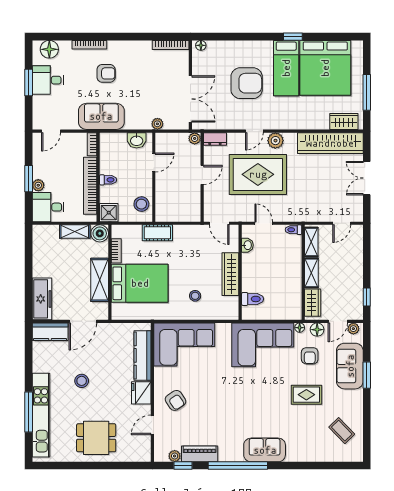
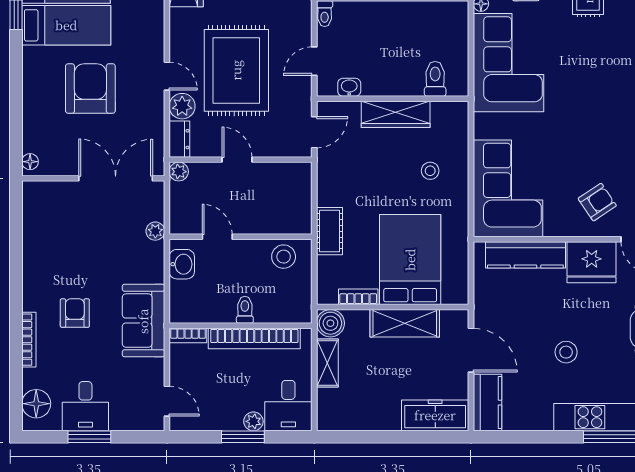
bookcase: (171, 45) -> (29, 210), removed
plant: (275, 141) -> (182, 106), moved
shower: (109, 213) -> (297, 309), removed
fridge: (141, 393) -> (592, 262), width x1.36, depth x1.34

